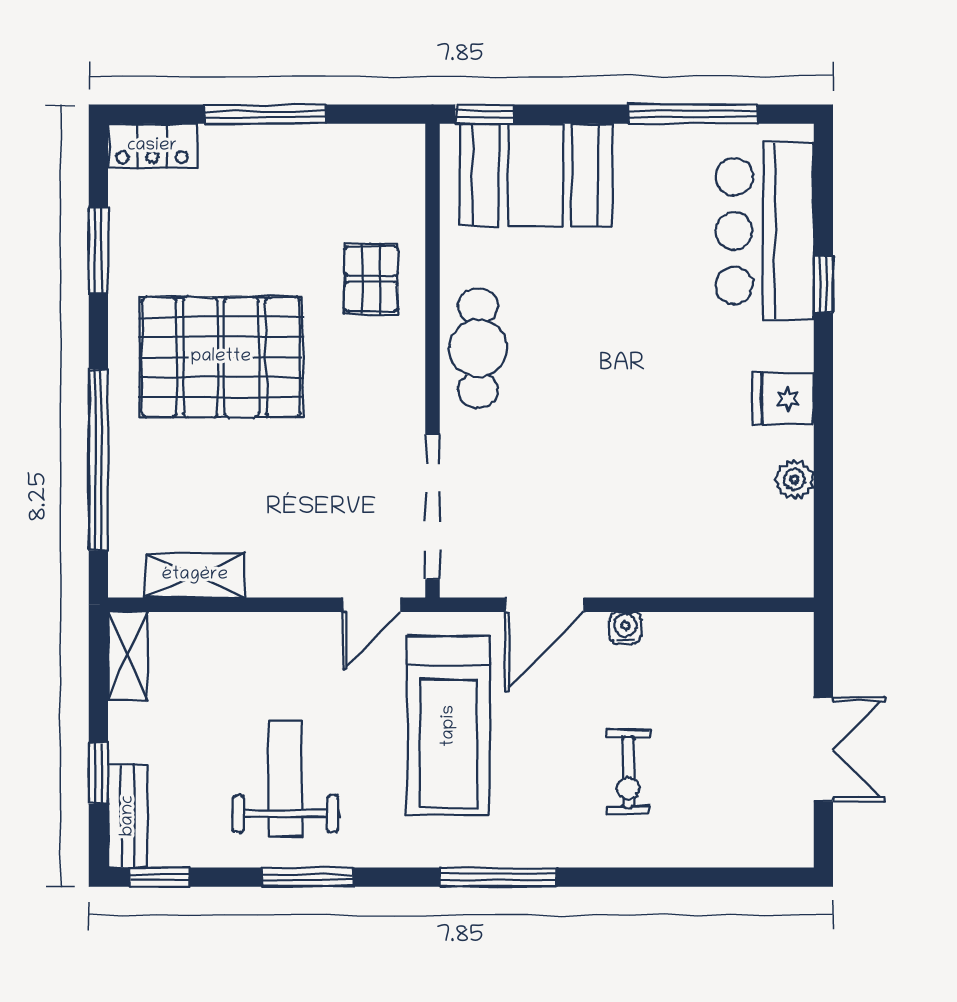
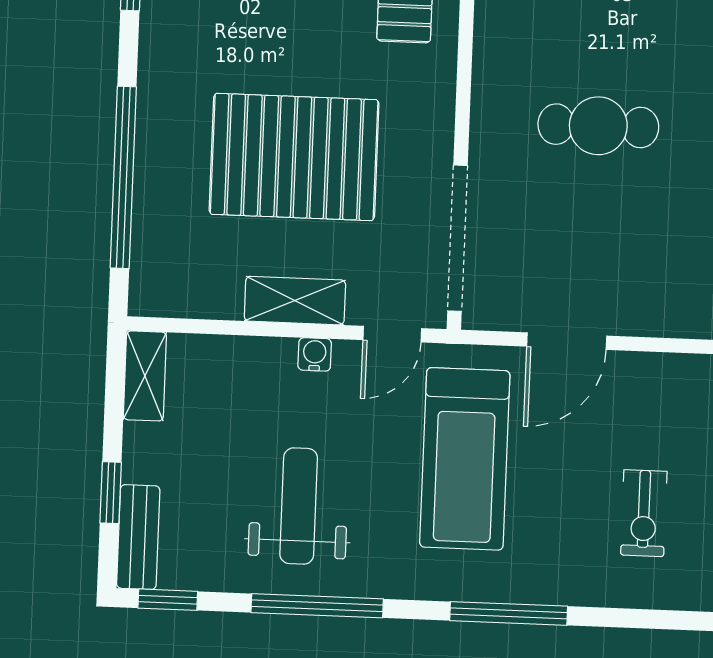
cafe table: (478, 348) -> (598, 126), moved, turned 90
pallet: (221, 357) -> (294, 157), moved
shelving: (195, 575) -> (295, 301), moved
water cooler: (625, 628) -> (315, 354), moved
window: (308, 877) -> (317, 606), width x1.44

